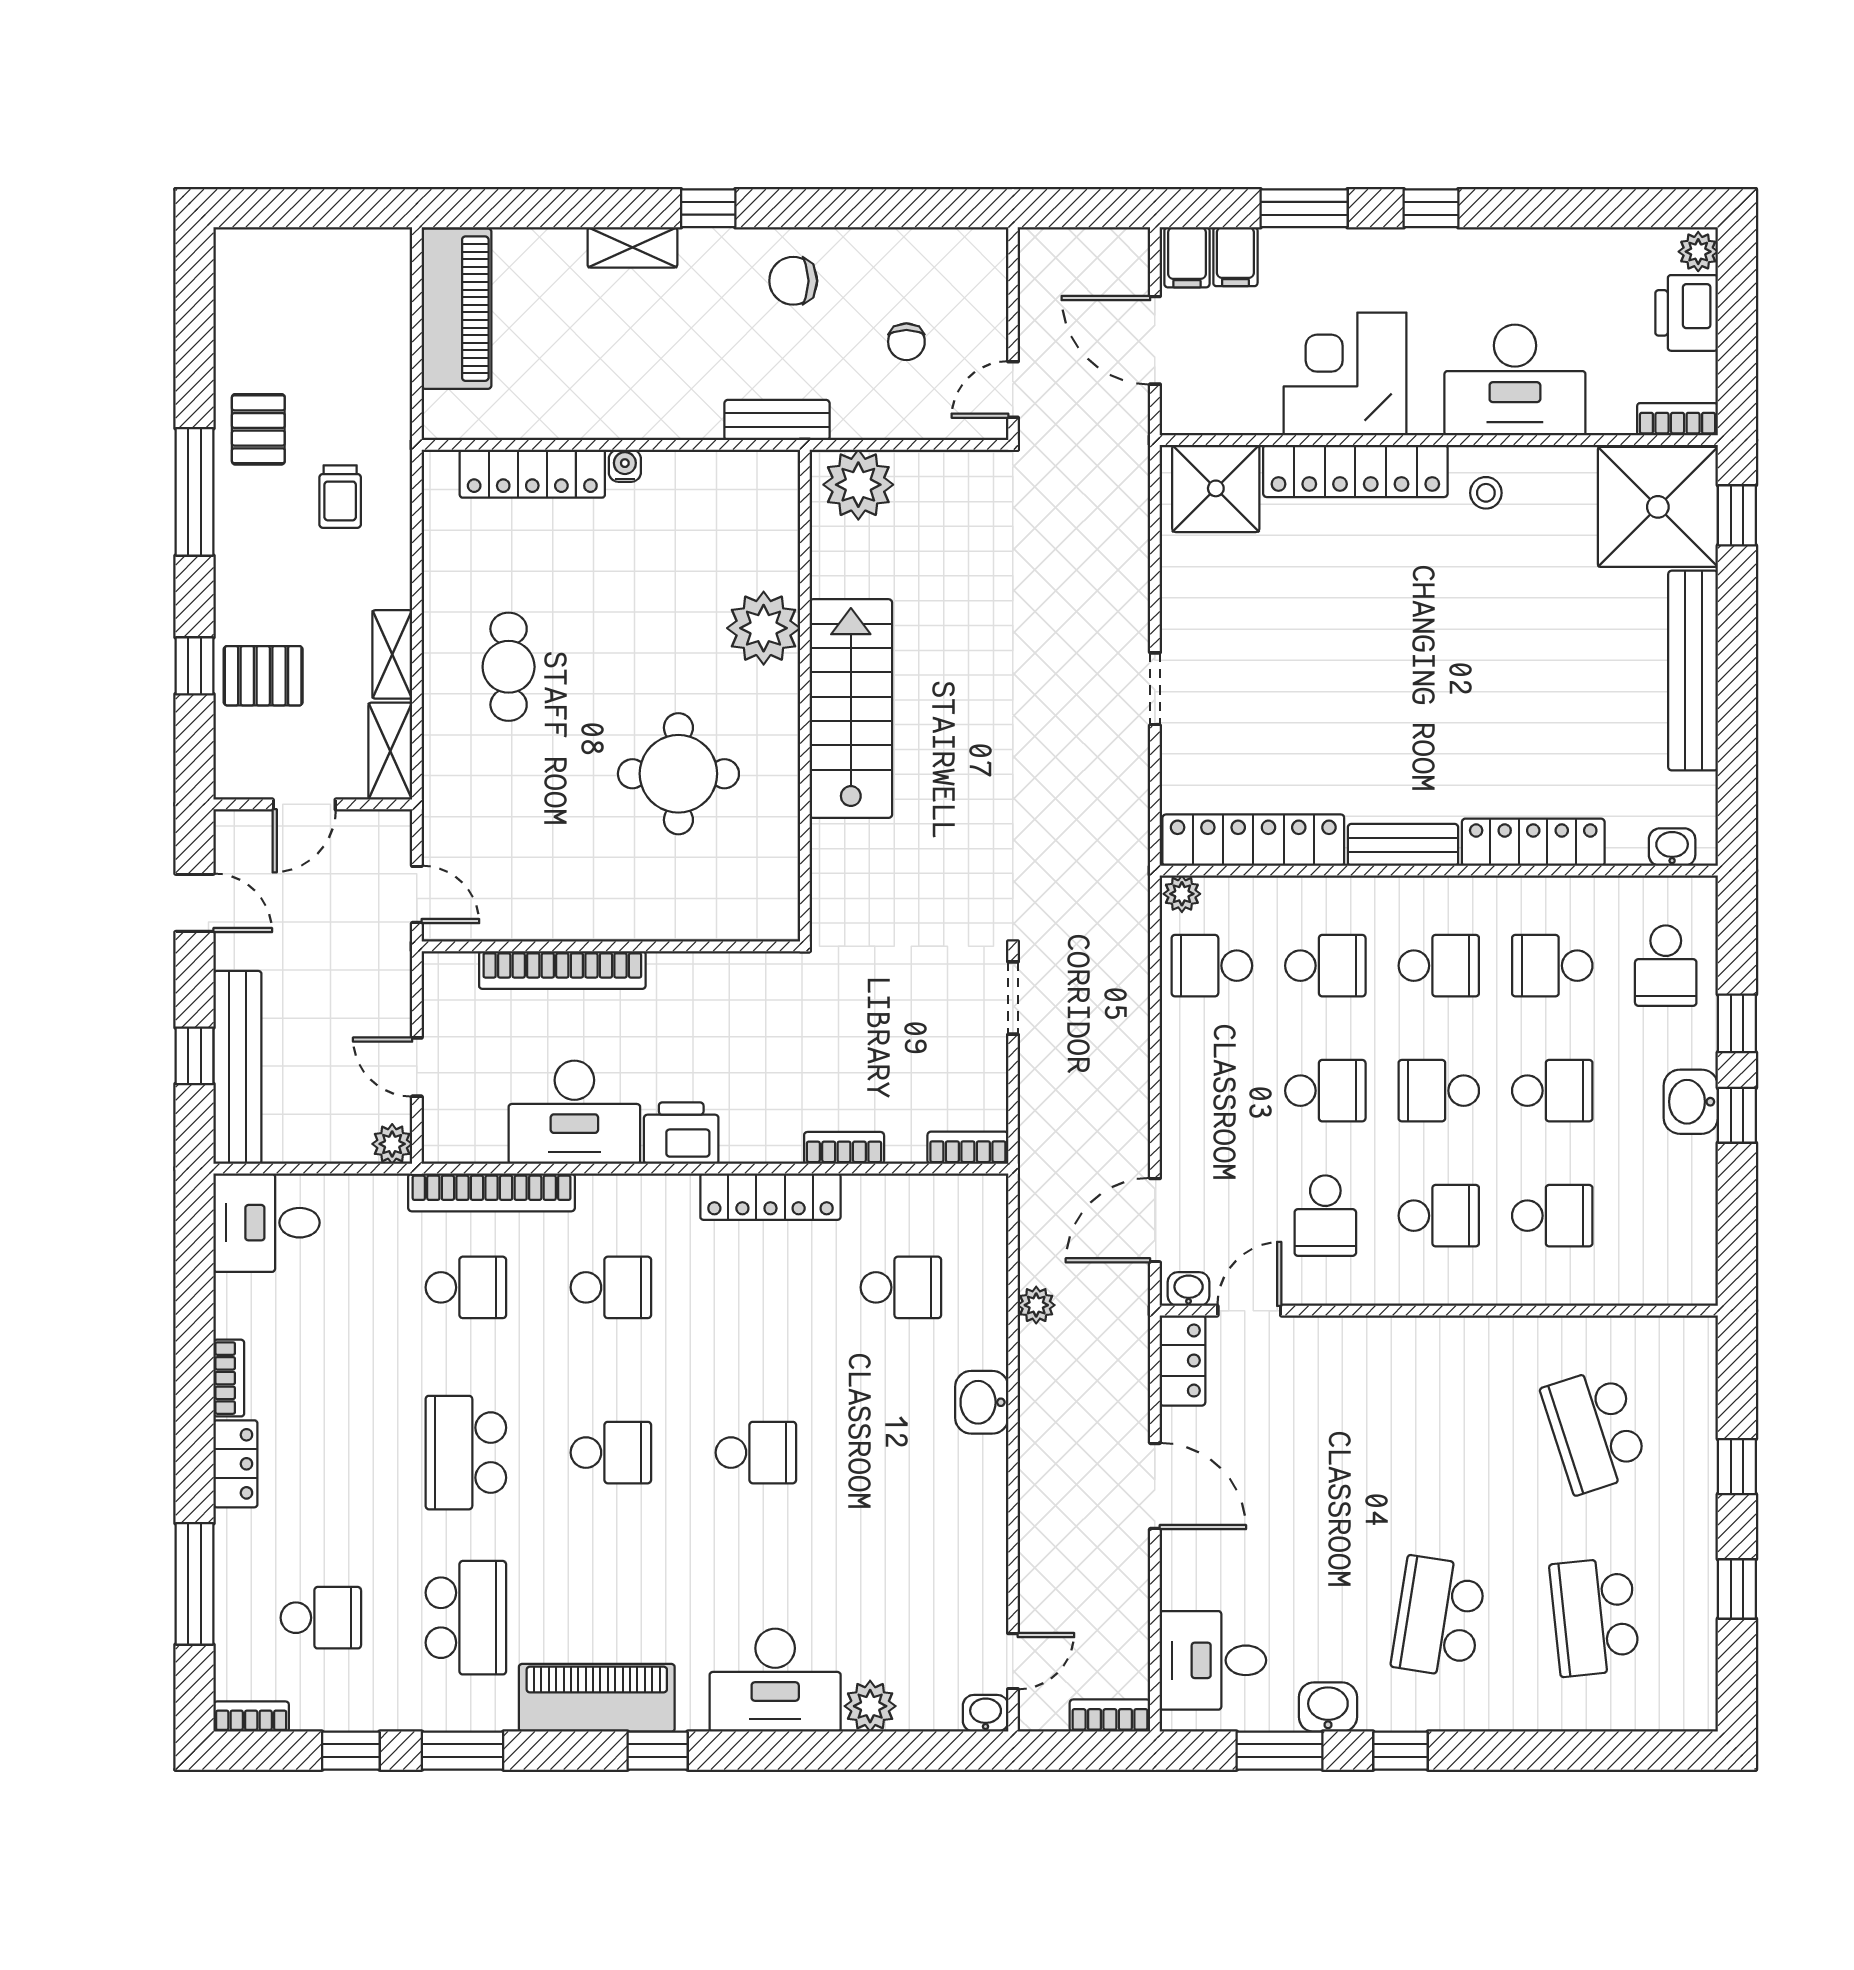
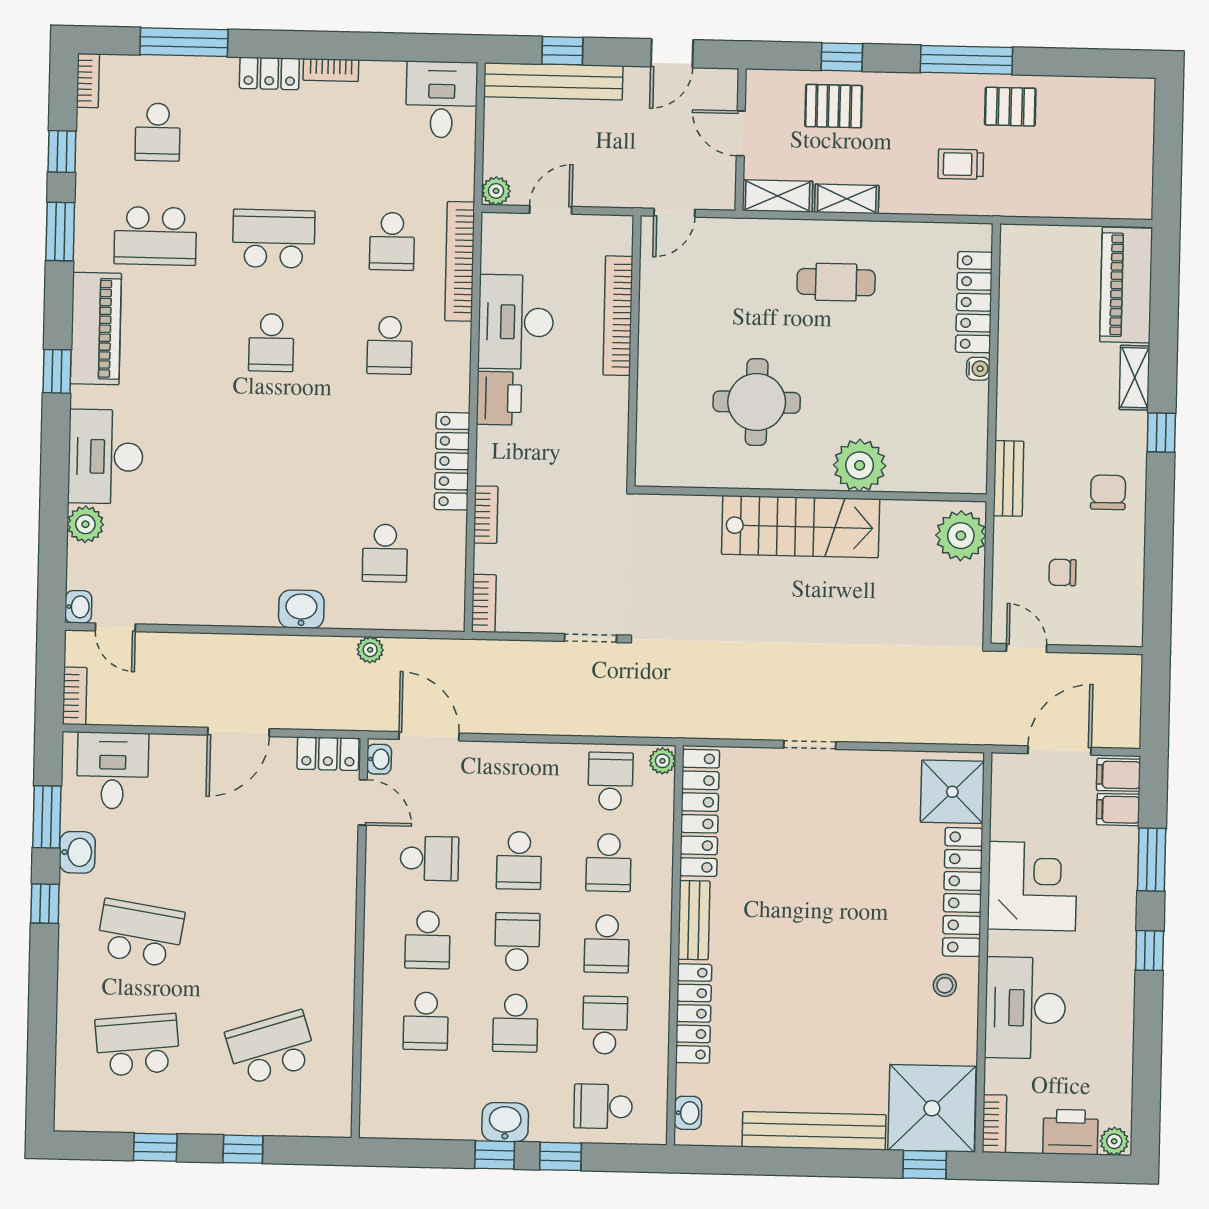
piano: (456, 309) -> (1126, 285), moved, turned 90
pallet: (263, 676) -> (834, 106), turned 90
school desk: (1325, 1216) -> (429, 858), turned 180
school desk: (756, 1453) -> (269, 447), removed

